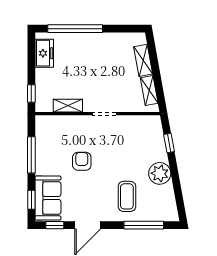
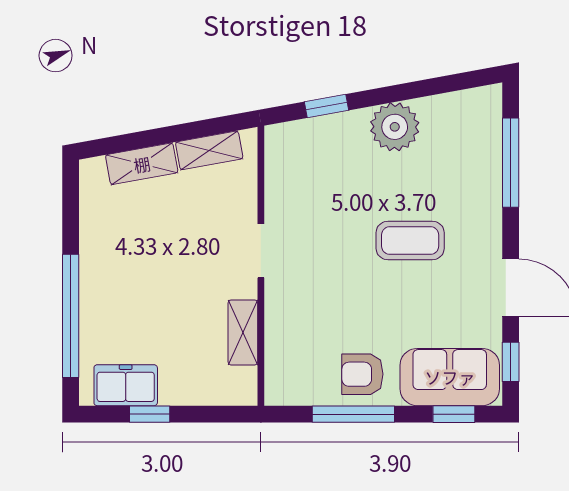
window: (31, 93) -> (150, 414), moved
armchair: (82, 161) -> (362, 374), moved
coffee table: (127, 196) -> (410, 241), moved

